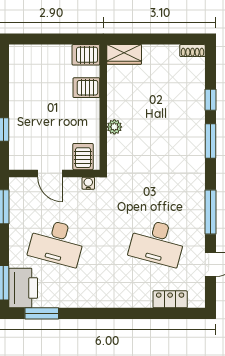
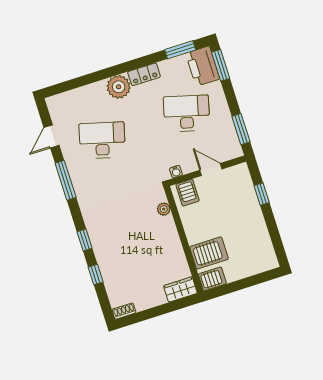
server rack: (86, 88) -> (209, 253), width x1.36, depth x1.44
plant: (114, 127) -> (164, 209), moved
window: (211, 141) -> (85, 240), width x0.67
plant: (121, 295) -> (119, 87), added
locker: (170, 299) -> (144, 74), moved

